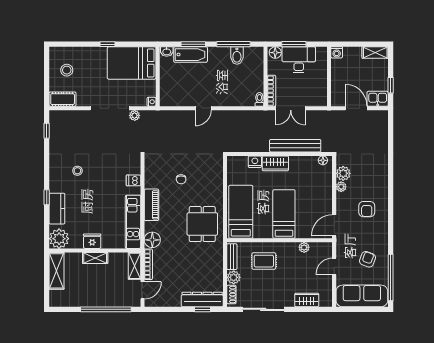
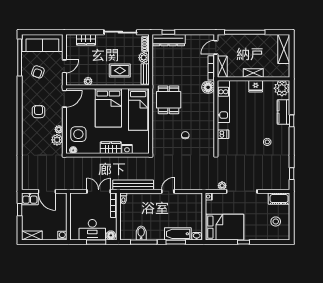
bench: (295, 146) -> (133, 185), moved
side table: (316, 181) -> (78, 134), added
piano: (151, 205) -> (209, 115), removed
bed: (284, 214) -> (108, 108), width x1.50
shelving: (57, 271) -> (284, 49), moved

